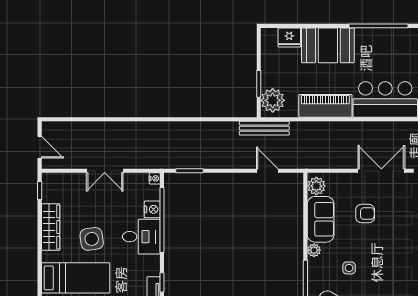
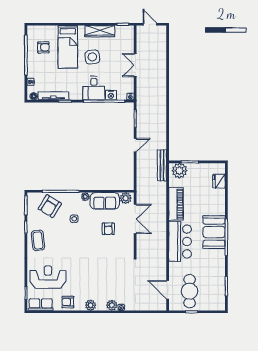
booth: (328, 45) -> (214, 232), moved
door: (40, 147) -> (150, 24), swing flipped
door: (267, 171) -> (135, 145), moved
double door: (381, 171) -> (135, 219), moved

